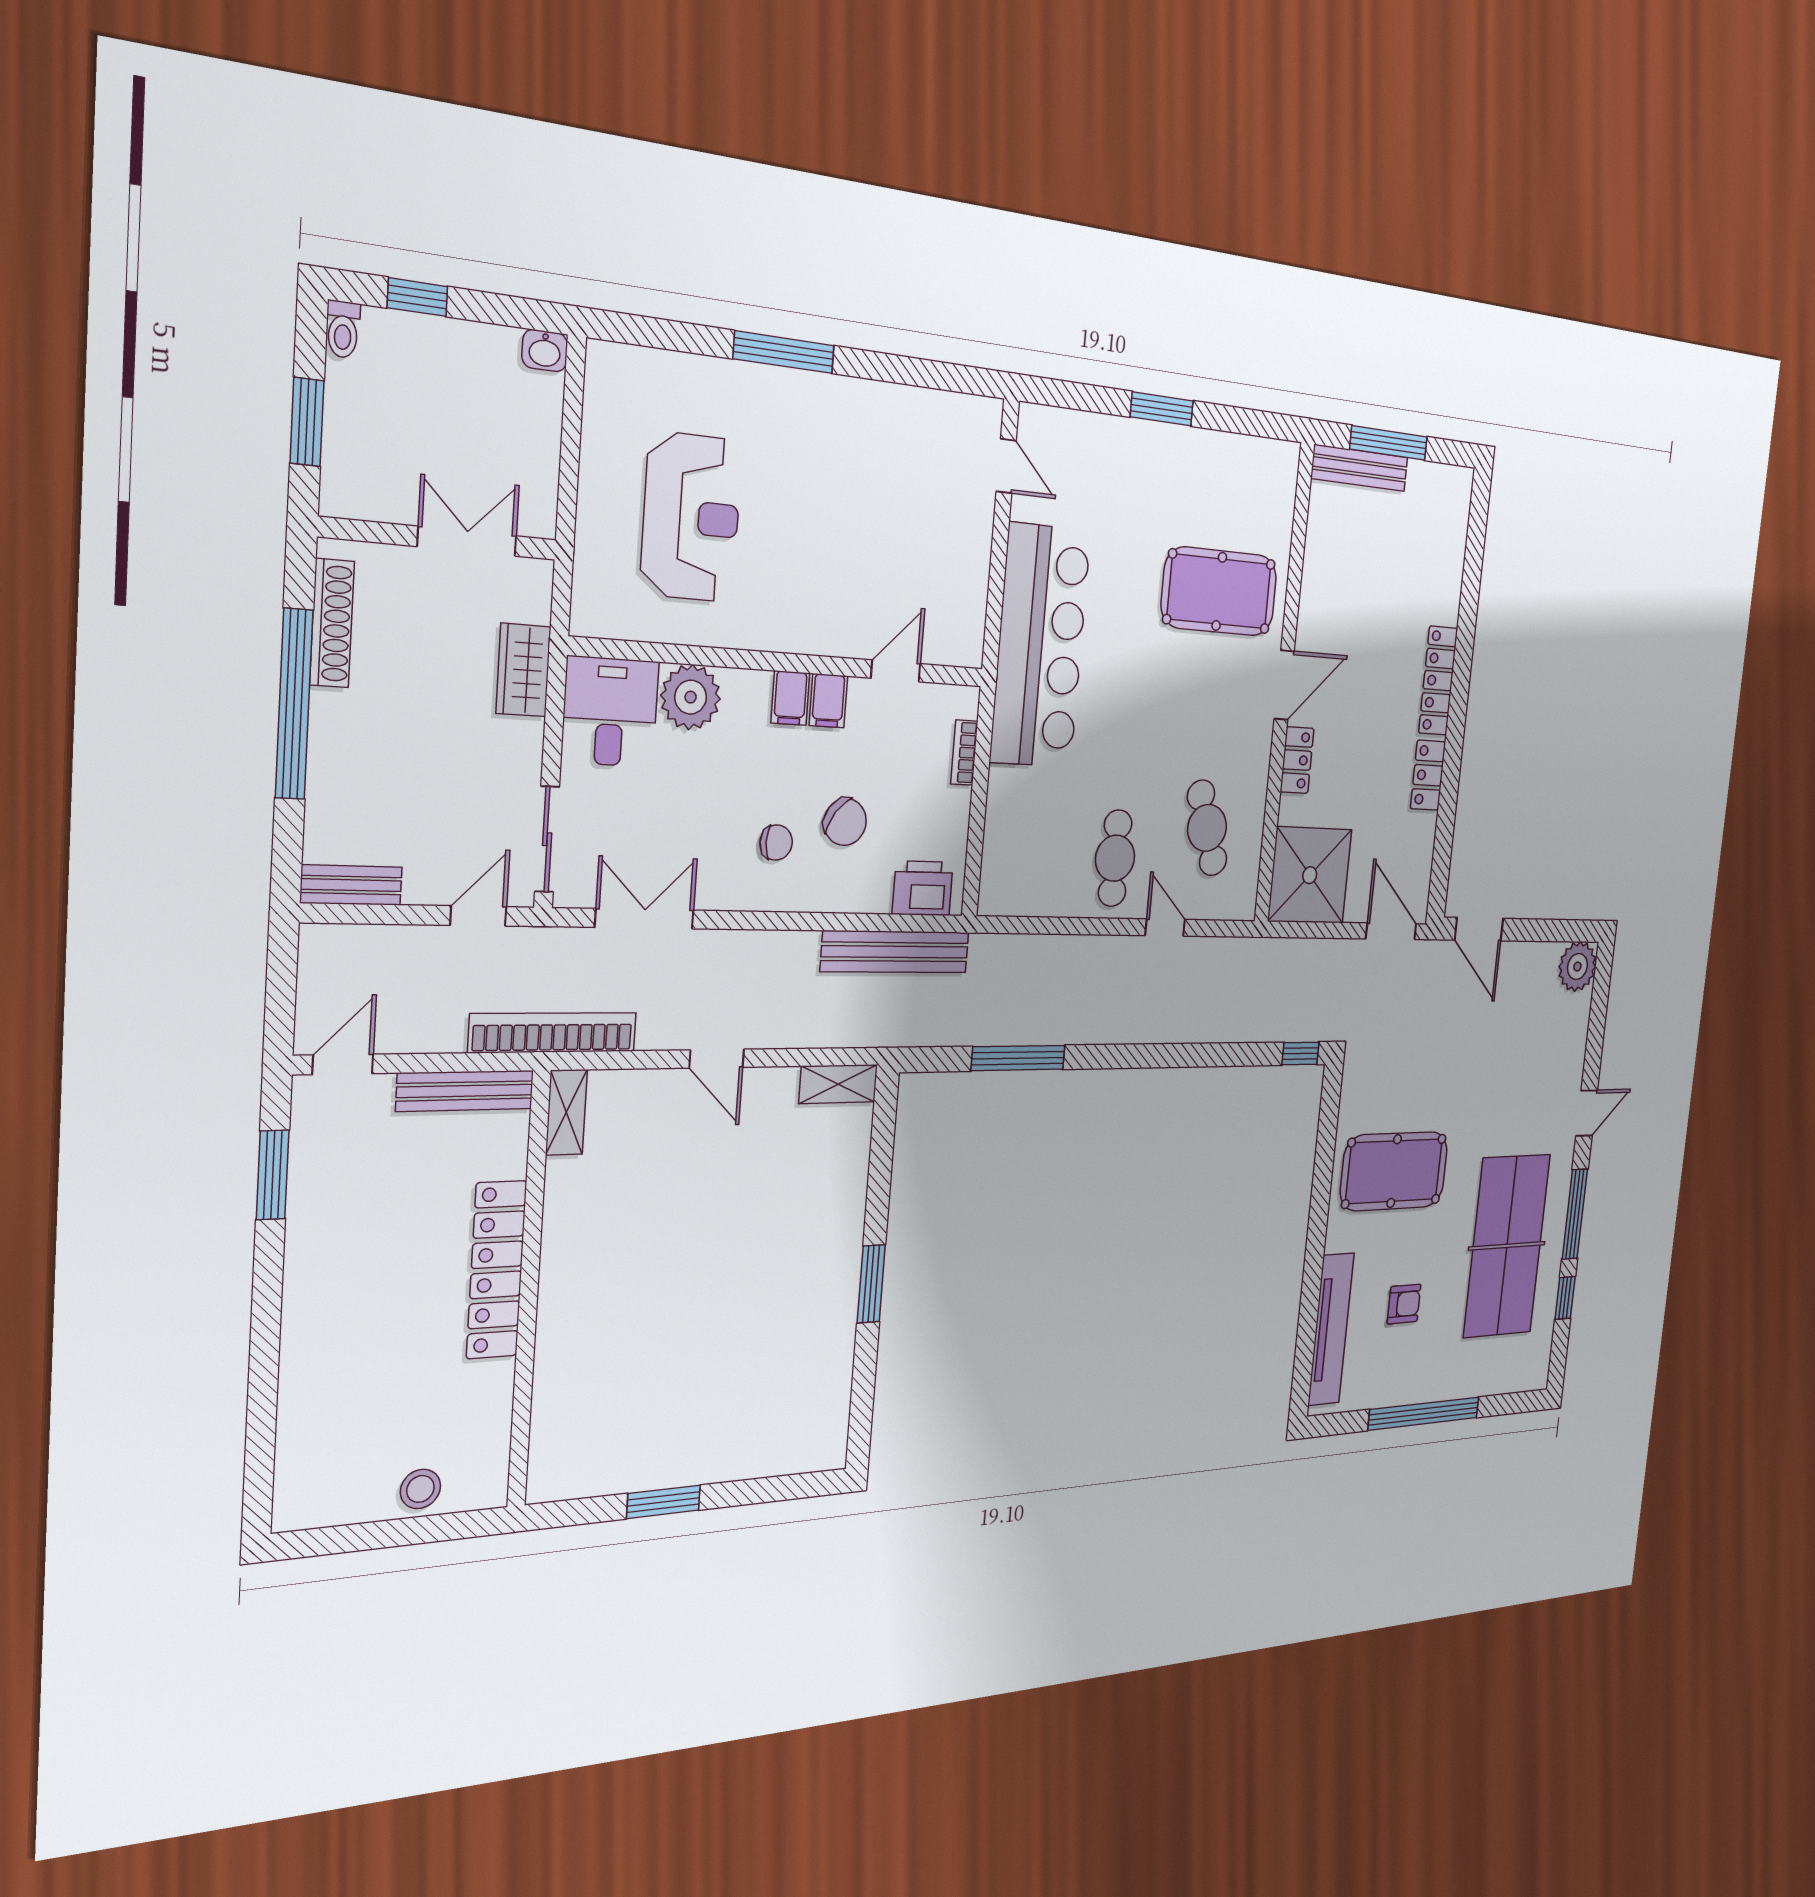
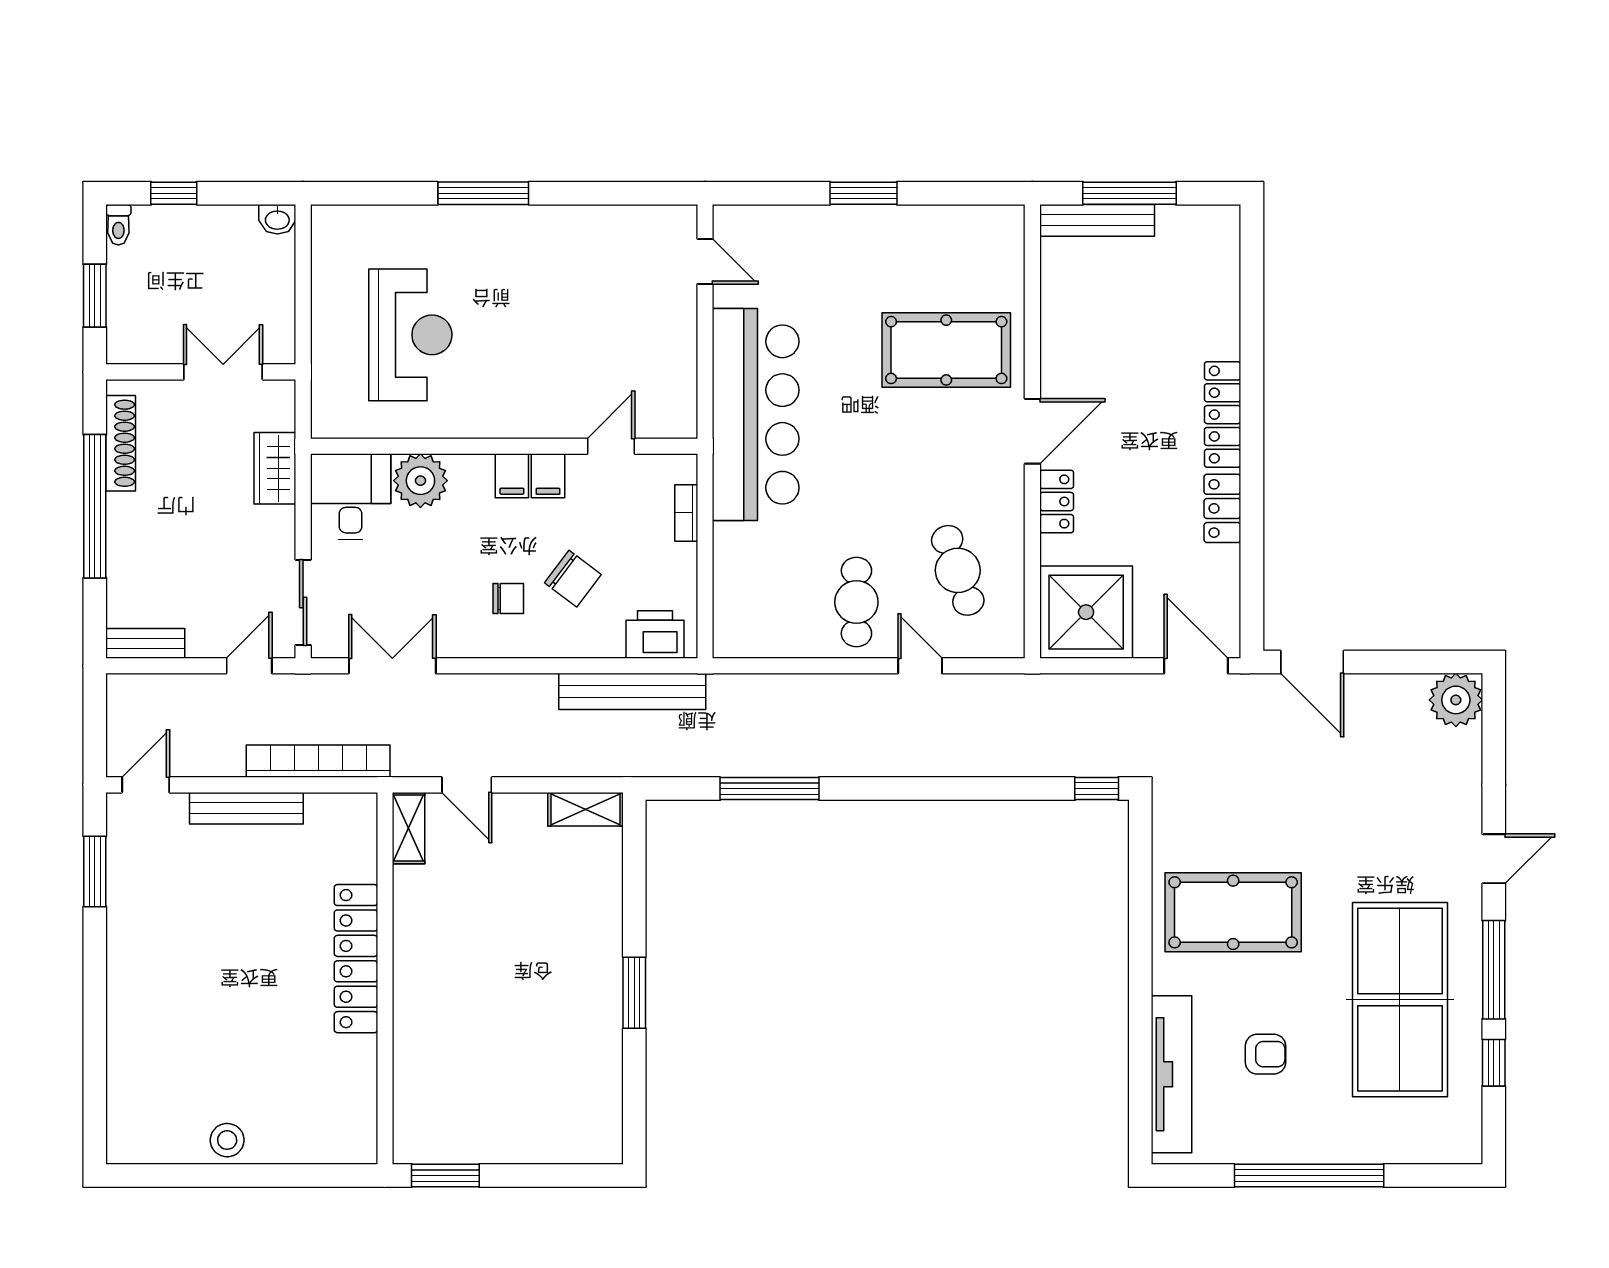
shelving: (567, 1112) -> (408, 828), moved
locker: (497, 1270) -> (356, 959), moved
wall: (529, 1291) -> (385, 978), moved

